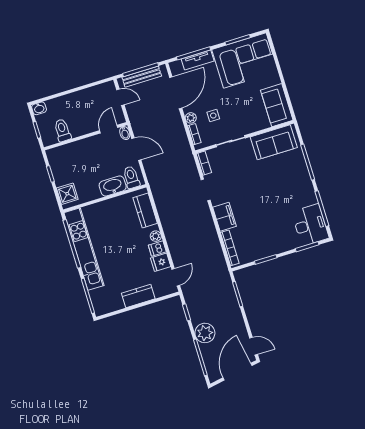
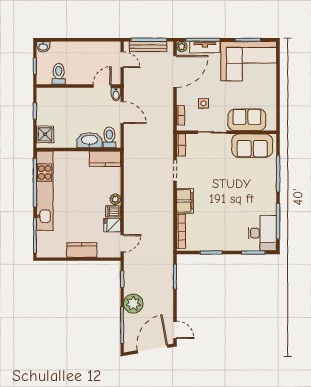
sofa: (277, 105) -> (247, 120), moved, turned 90
plant: (191, 118) -> (182, 47), moved
kitchen counter: (145, 211) -> (105, 159), moved, turned -90

